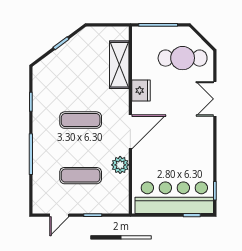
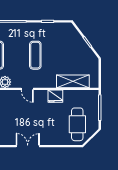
double door: (215, 99) -> (28, 146), moved
door: (130, 132) -> (27, 89), width x0.53

